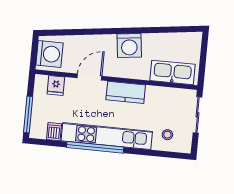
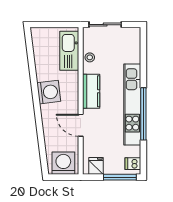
fridge: (56, 85) -> (96, 166), moved, turned -90
dishwasher: (54, 132) -> (133, 164), moved
stool: (167, 135) -> (90, 57), moved

